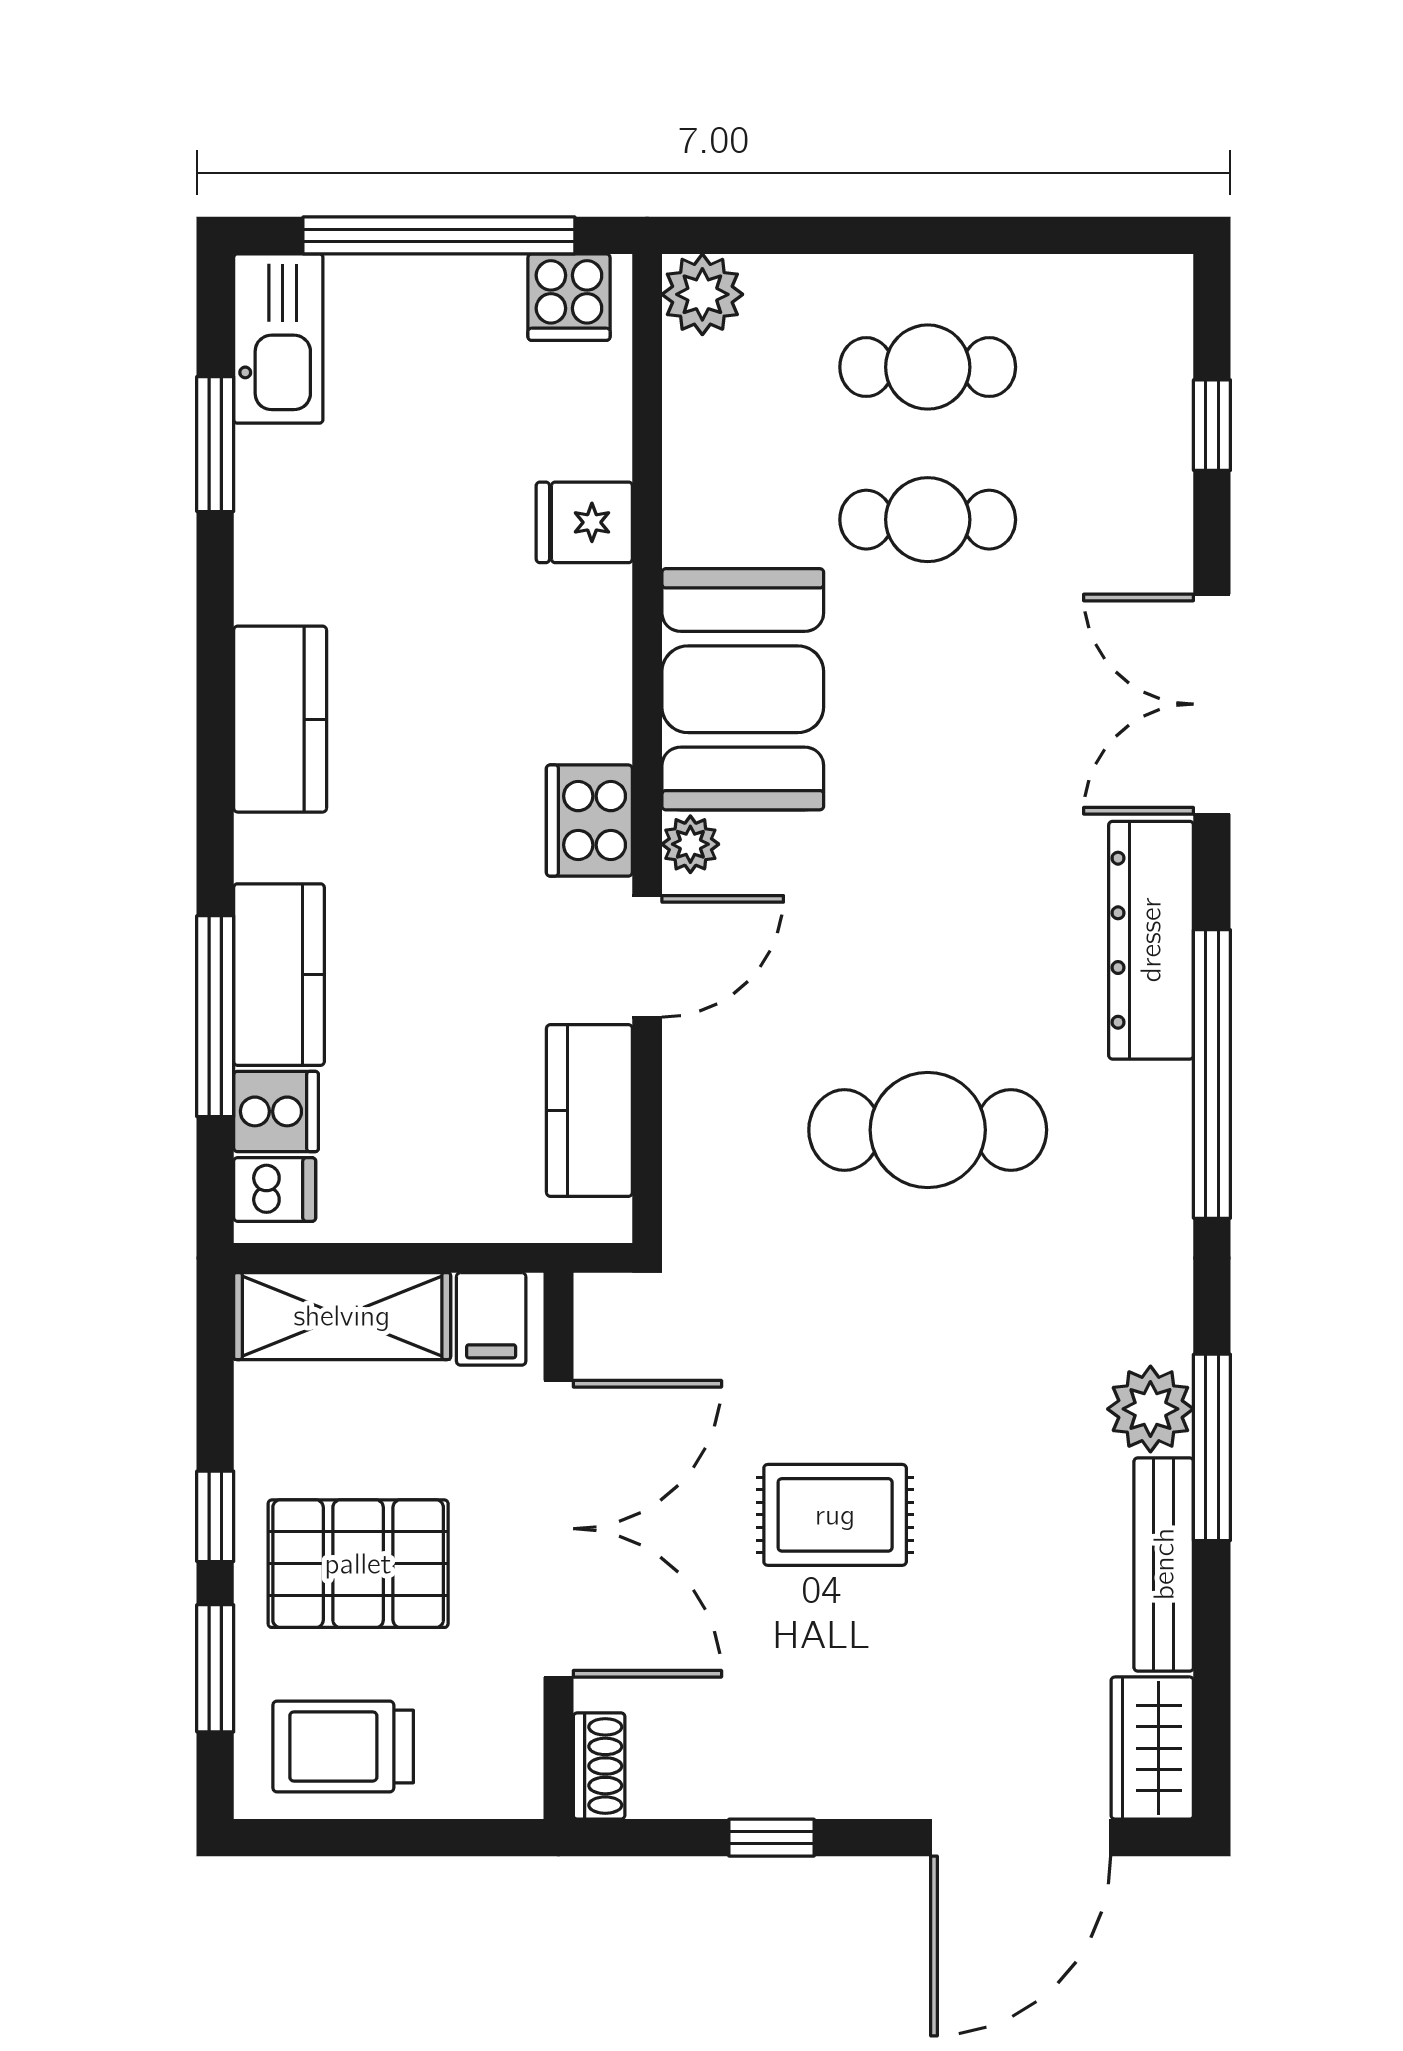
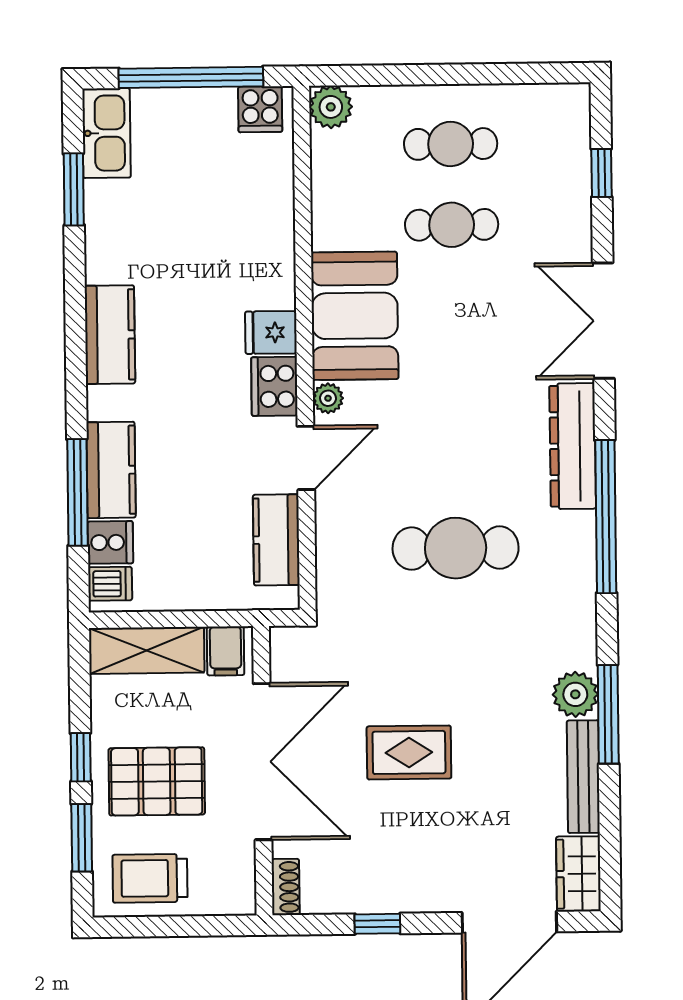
fridge: (584, 522) -> (271, 332), moved

